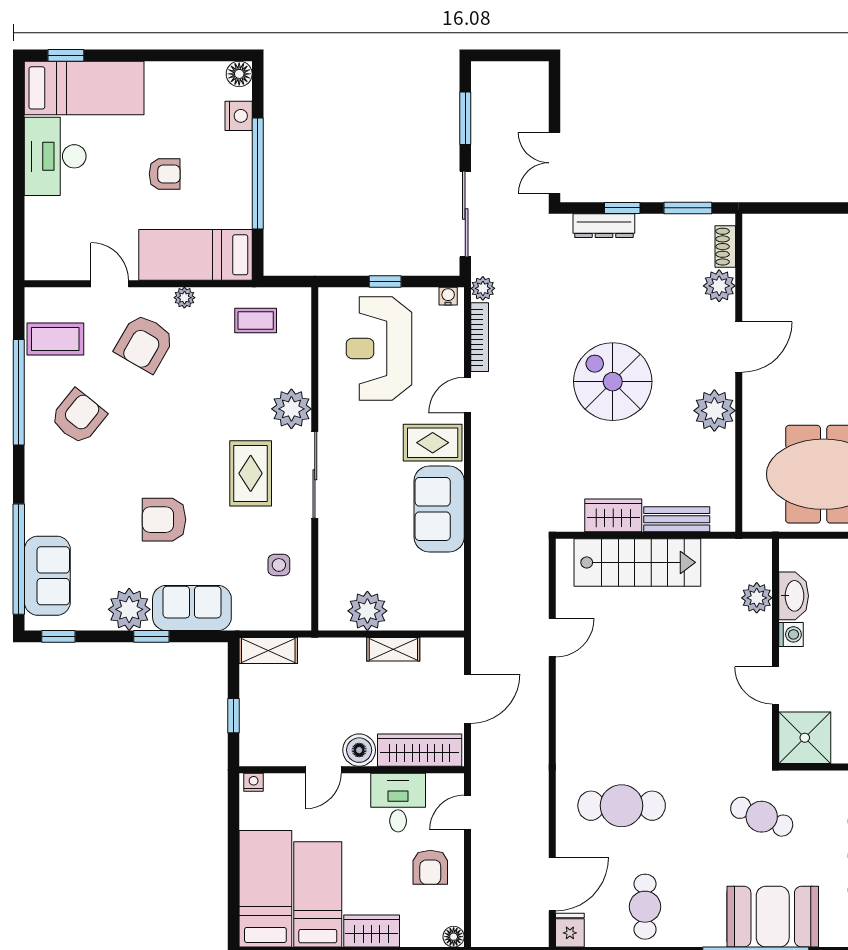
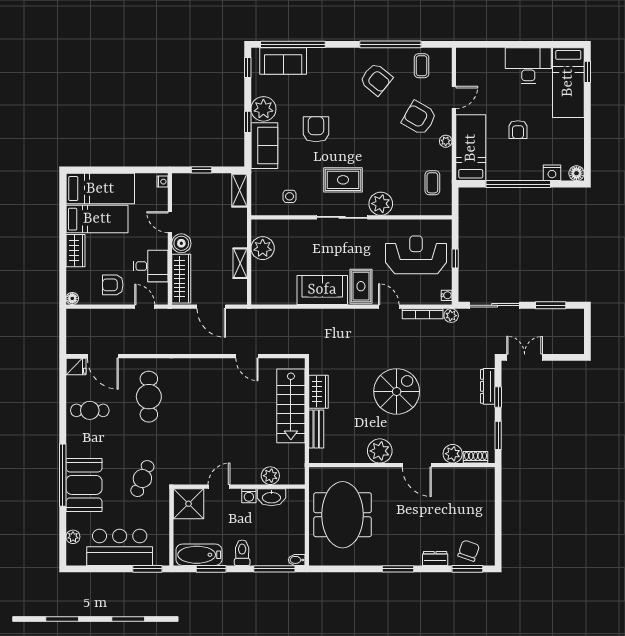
coffee table: (55, 339) -> (422, 66), width x0.73, depth x0.77

